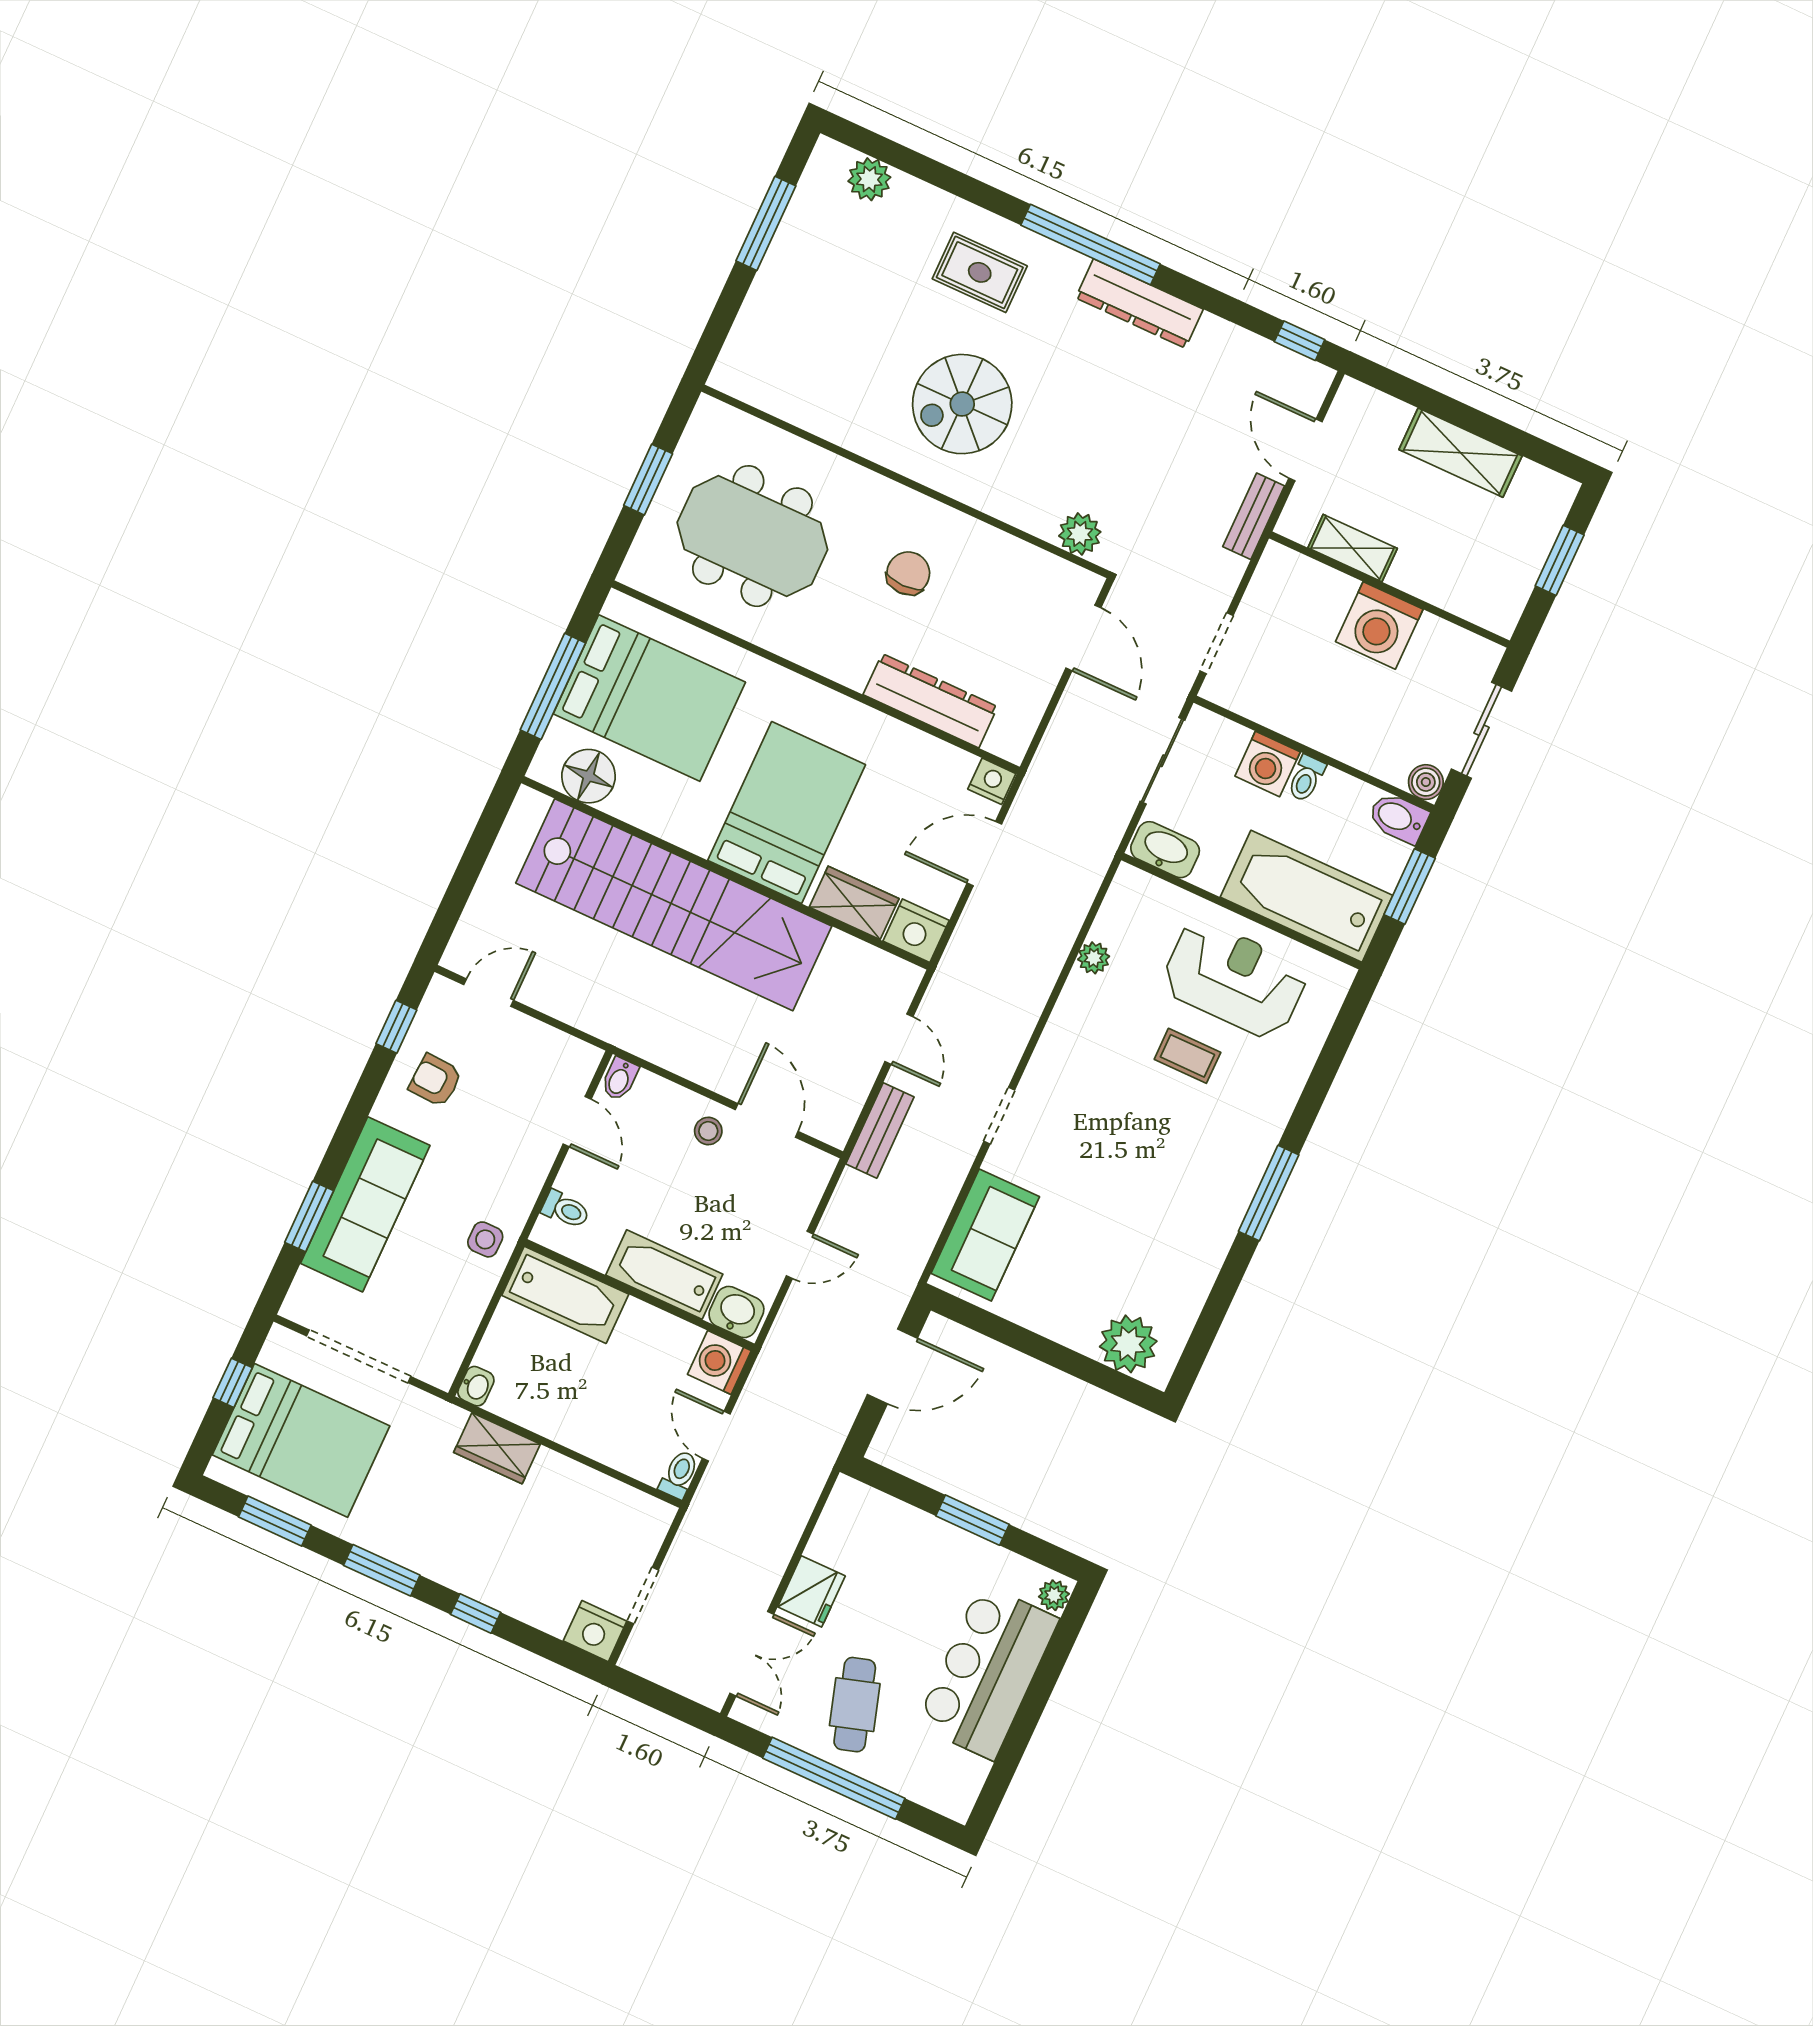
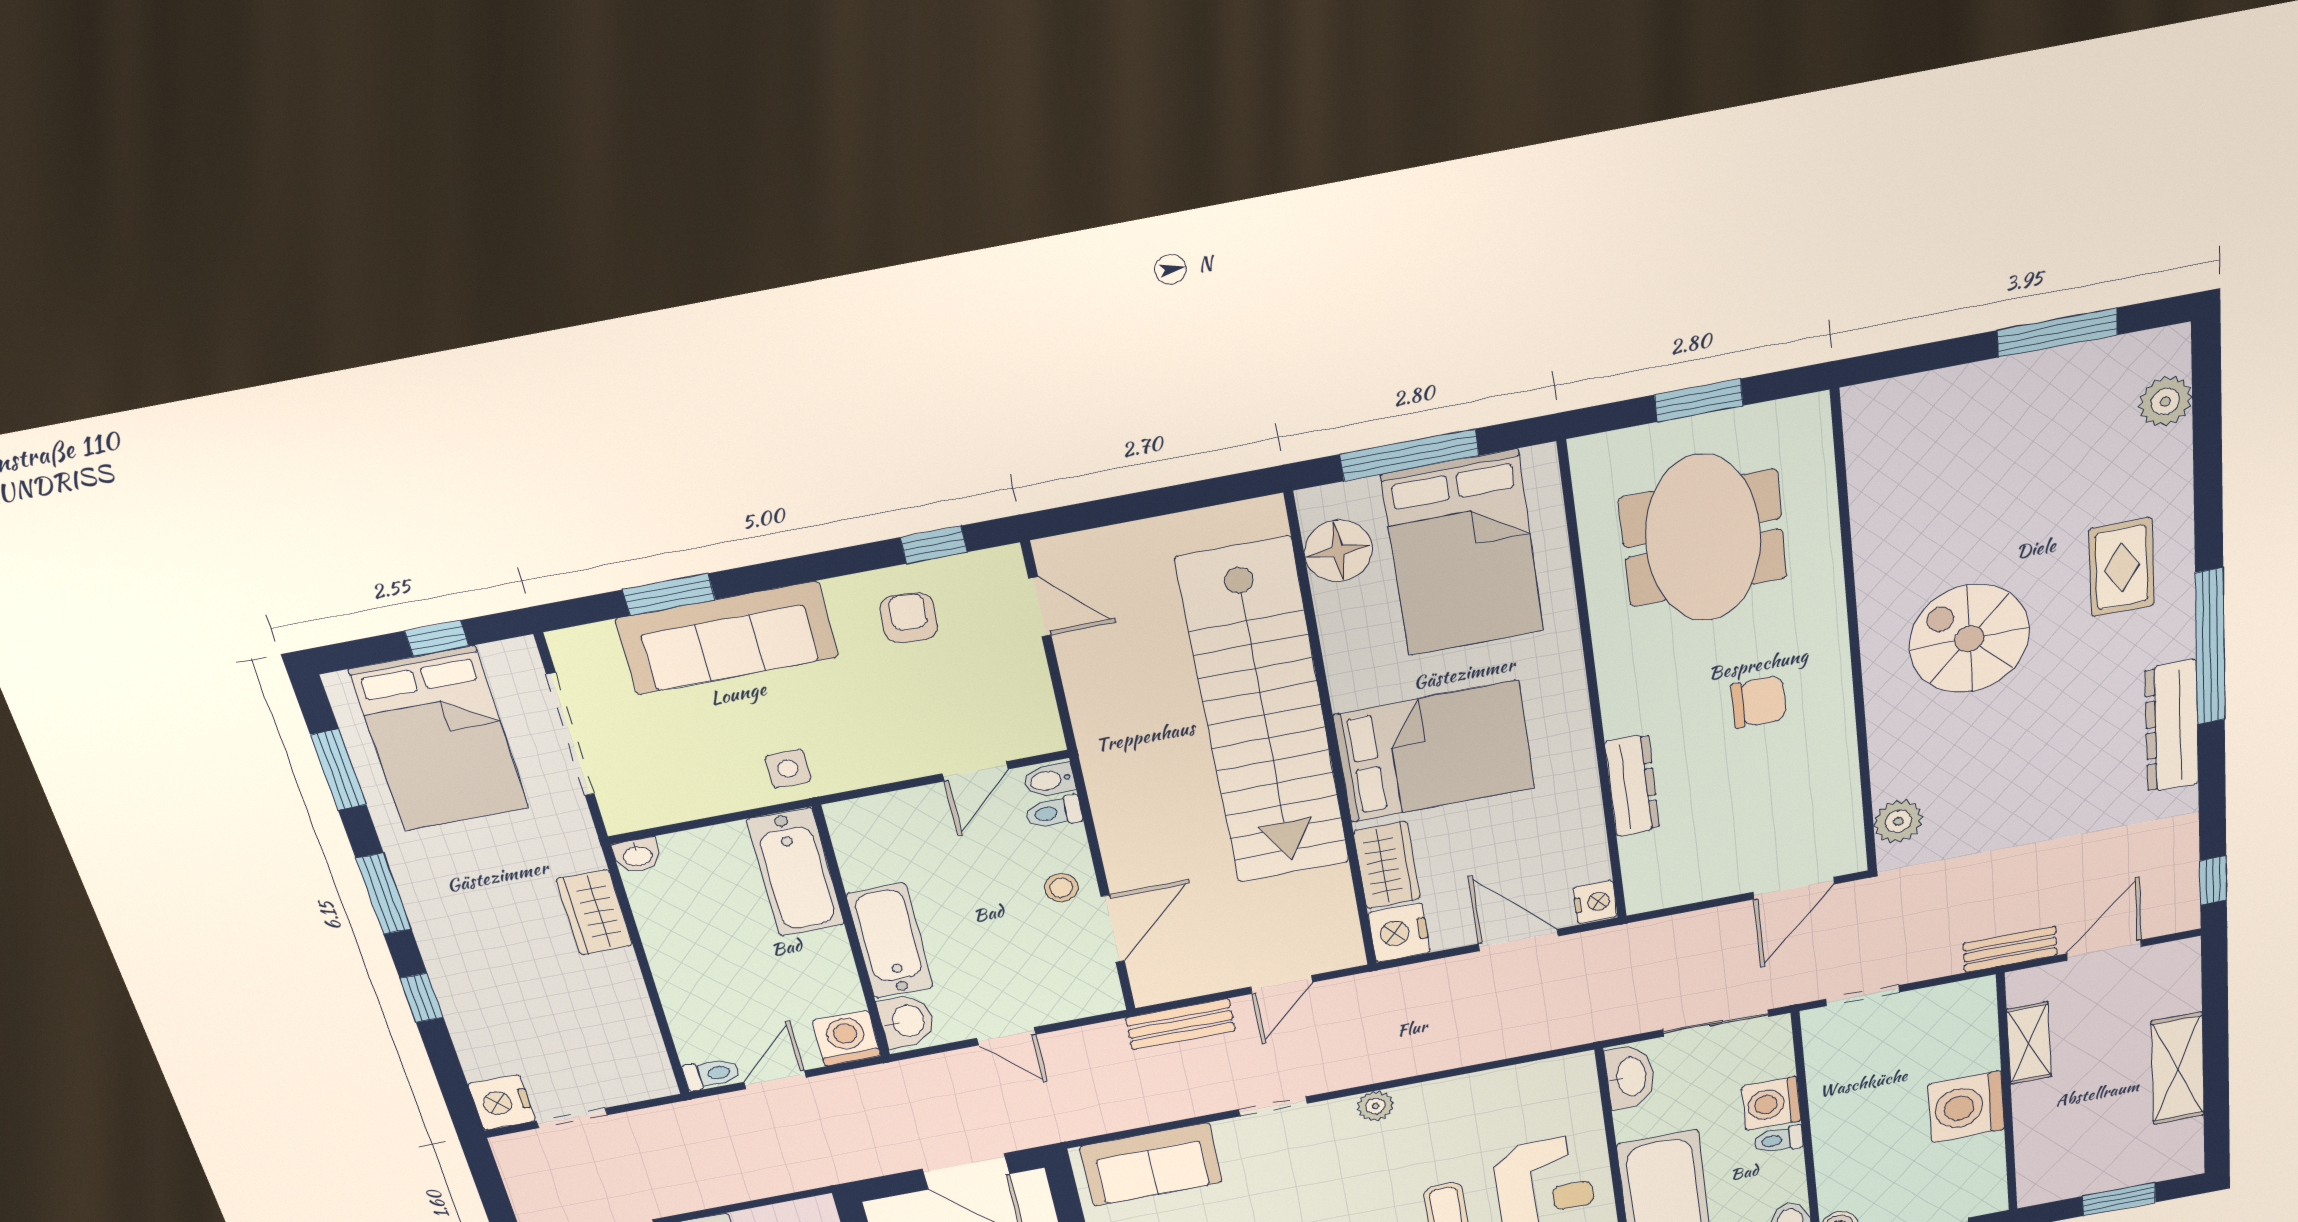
dresser: (930, 701) -> (1632, 785), width x0.73, depth x0.80
plant: (1094, 958) -> (1375, 1106), moved
toilet: (566, 1210) -> (1054, 812), moved, turned 90

